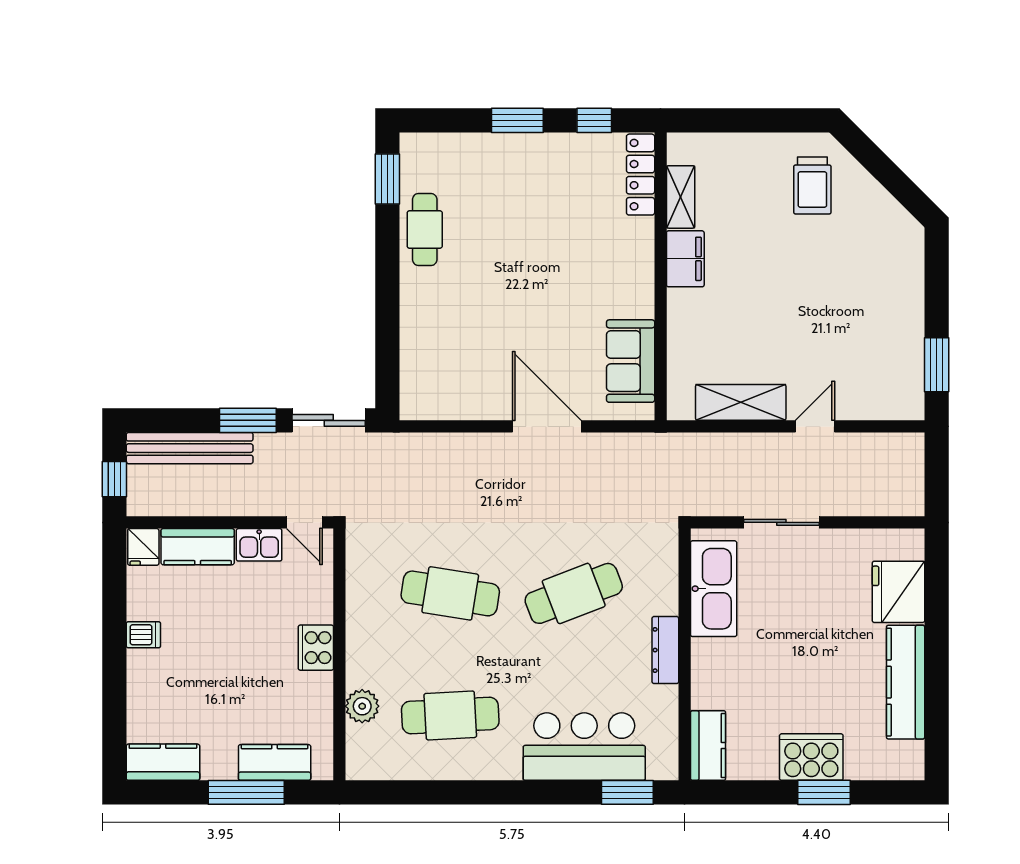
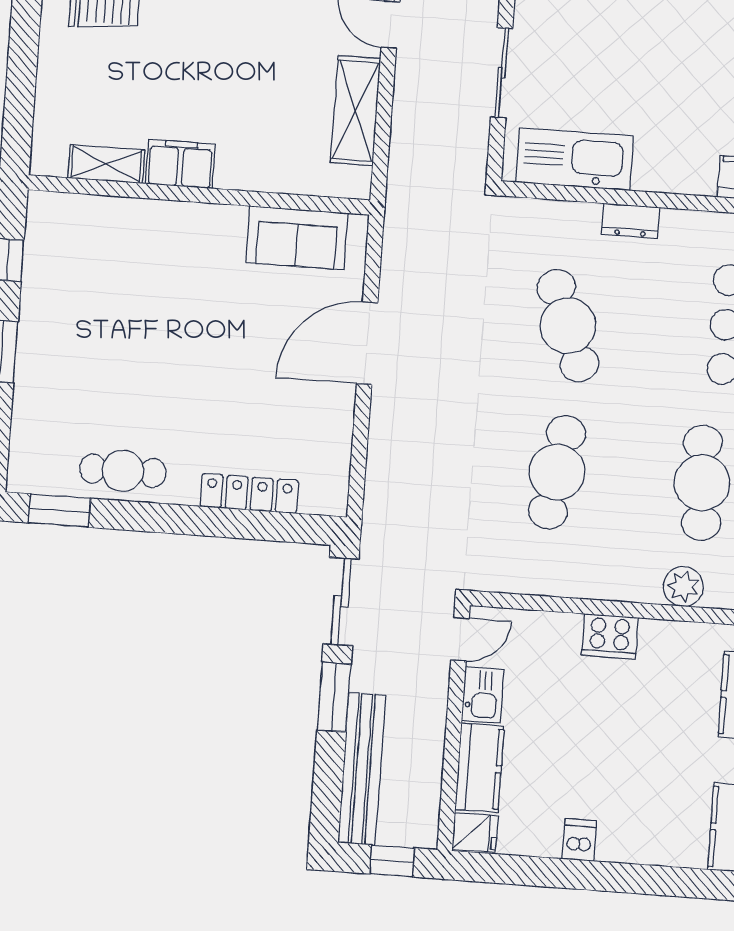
locker: (641, 175) -> (249, 493), moved, turned 180
dresser: (665, 650) -> (631, 221), width x0.70

